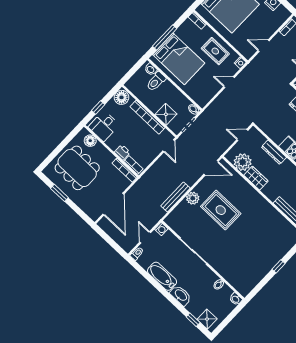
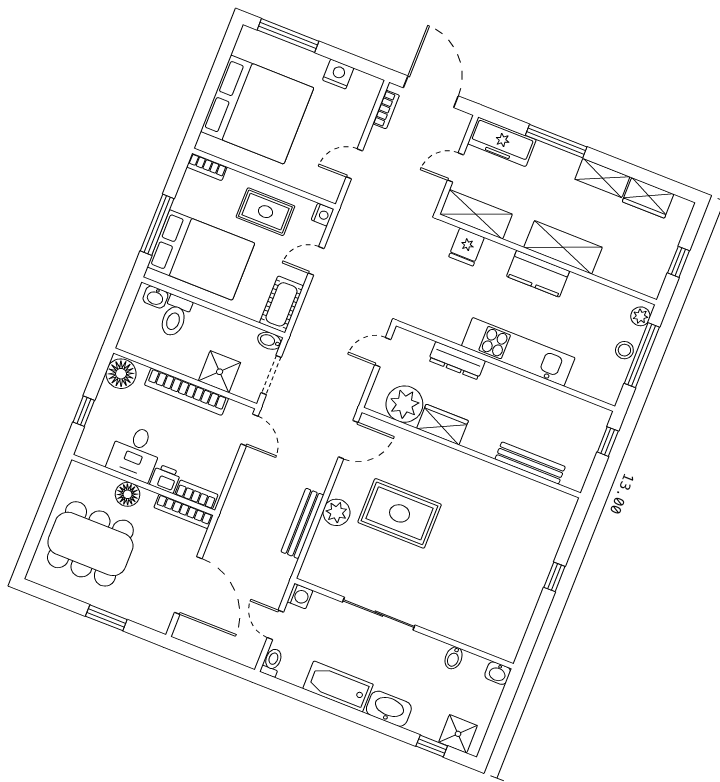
cot: (206, 95) -> (282, 304), added
desk: (104, 126) -> (135, 453), moved
floor lamp: (90, 141) -> (128, 494), moved
window: (59, 193) -> (106, 618), moved

